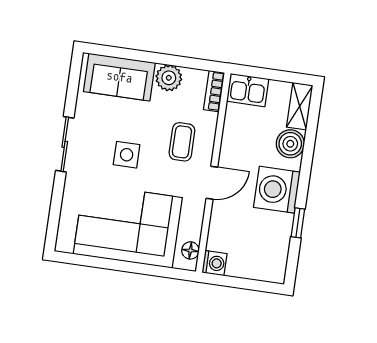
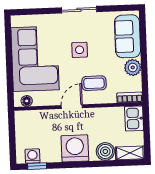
door: (212, 183) -> (72, 107), swing flipped
window: (298, 223) -> (37, 166), moved
washing machine: (214, 263) -> (32, 156), moved, turned 180

